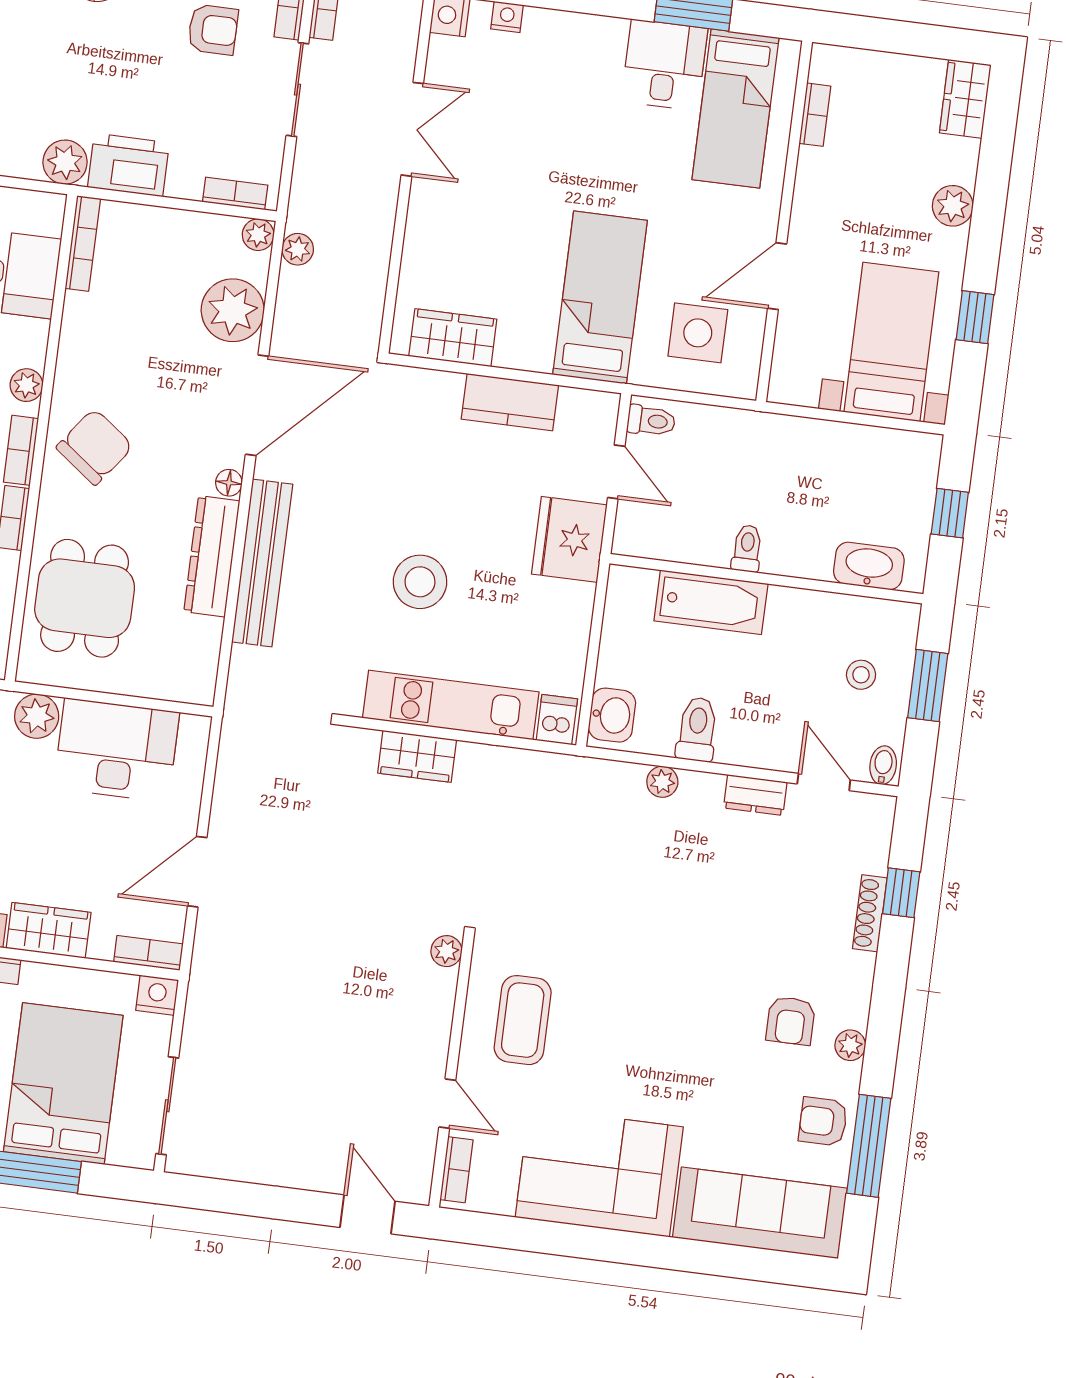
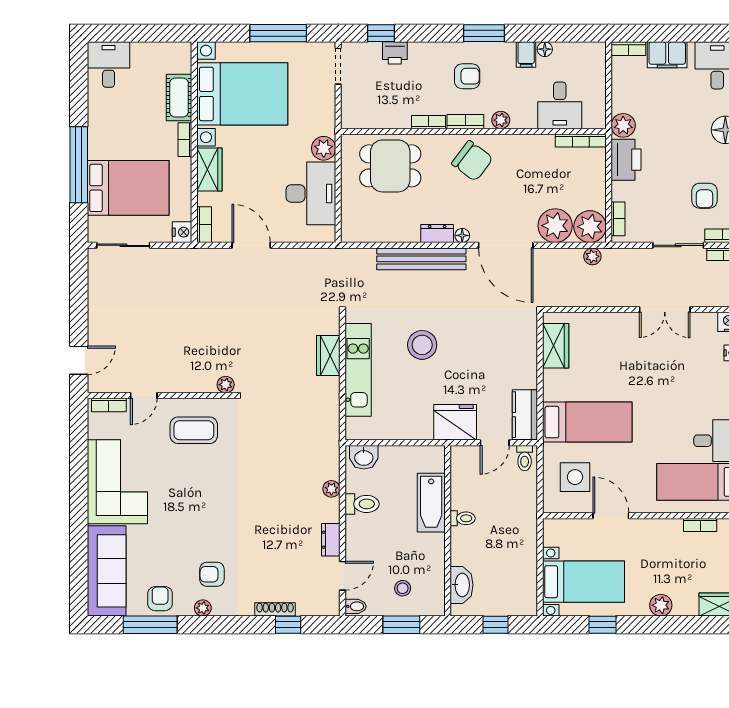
plant: (258, 235) -> (590, 227), width x1.88, depth x1.88
kitchen counter: (510, 402) -> (525, 415), moved
dresser: (212, 556) -> (437, 234), width x0.51, depth x0.80
dishwasher: (557, 720) -> (358, 428), removed

